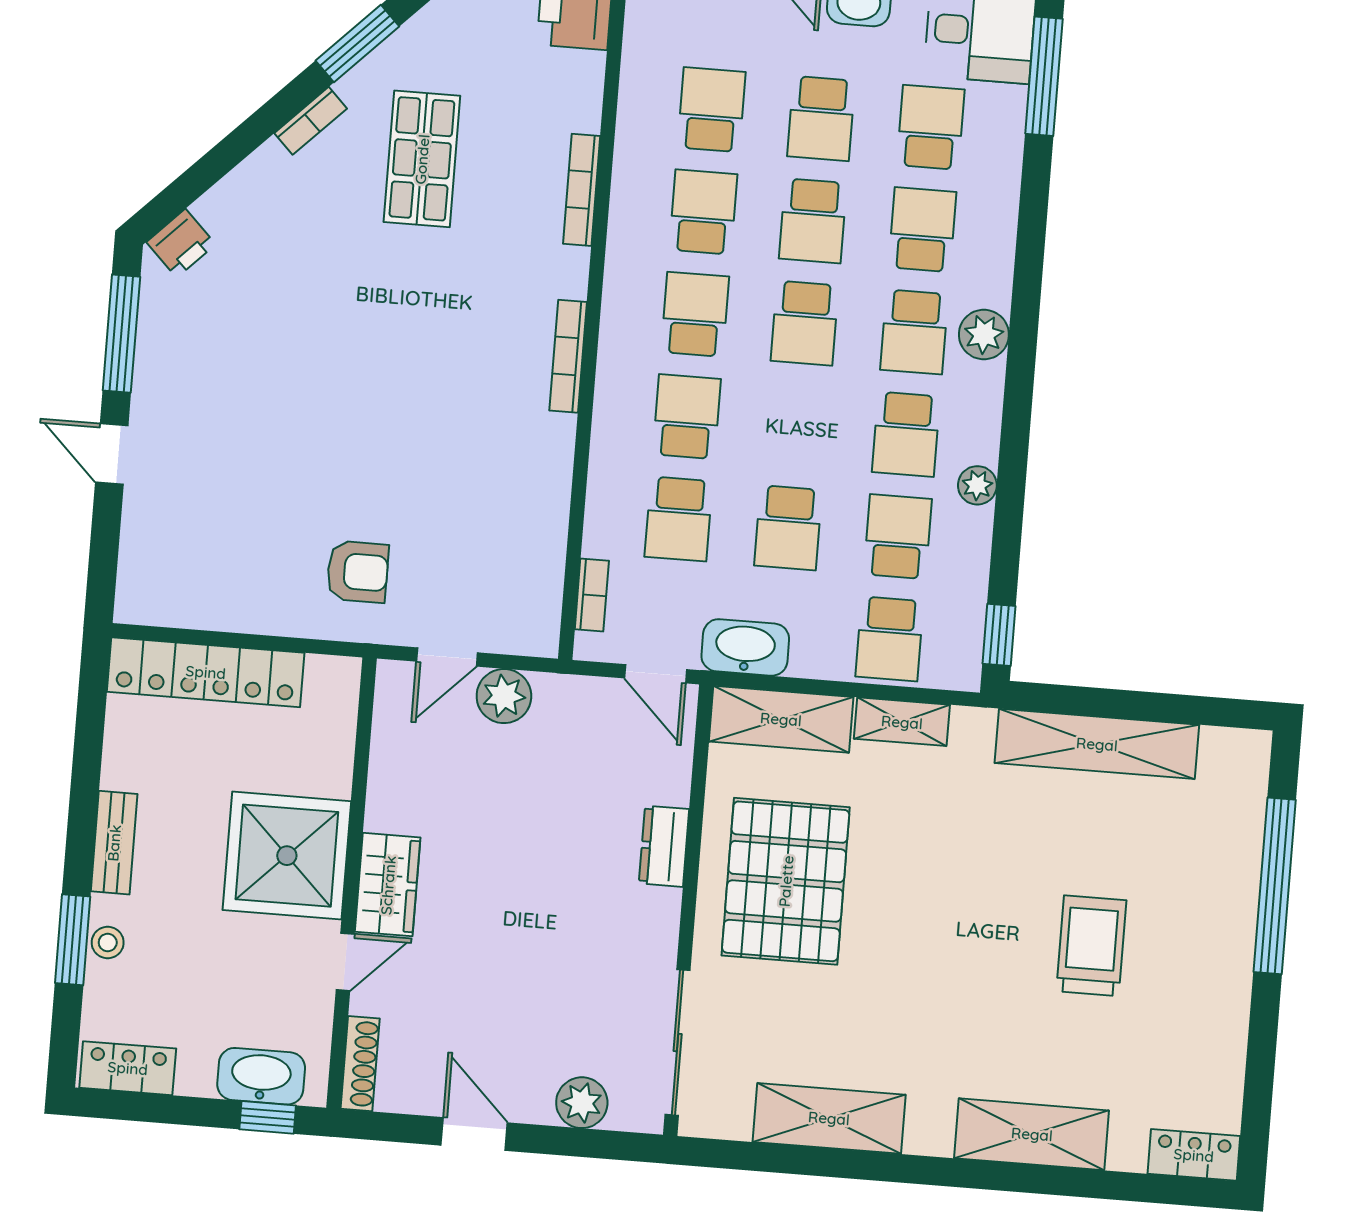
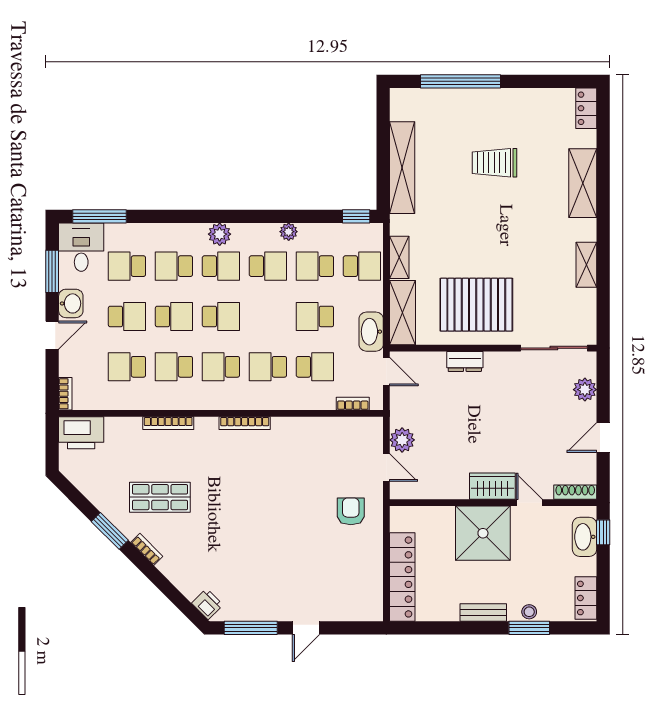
school desk: (788, 528) -> (315, 316), turned 180
door: (656, 674) -> (386, 372), hinge flipped
shelving: (829, 1118) -> (586, 265), width x0.67, depth x0.75

